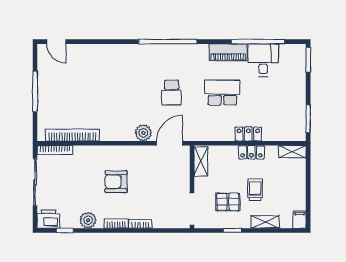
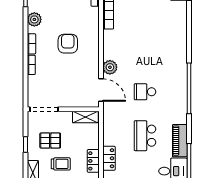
school desk: (222, 92) -> (145, 136), turned 180
pallet: (228, 202) -> (50, 141), turned 90

